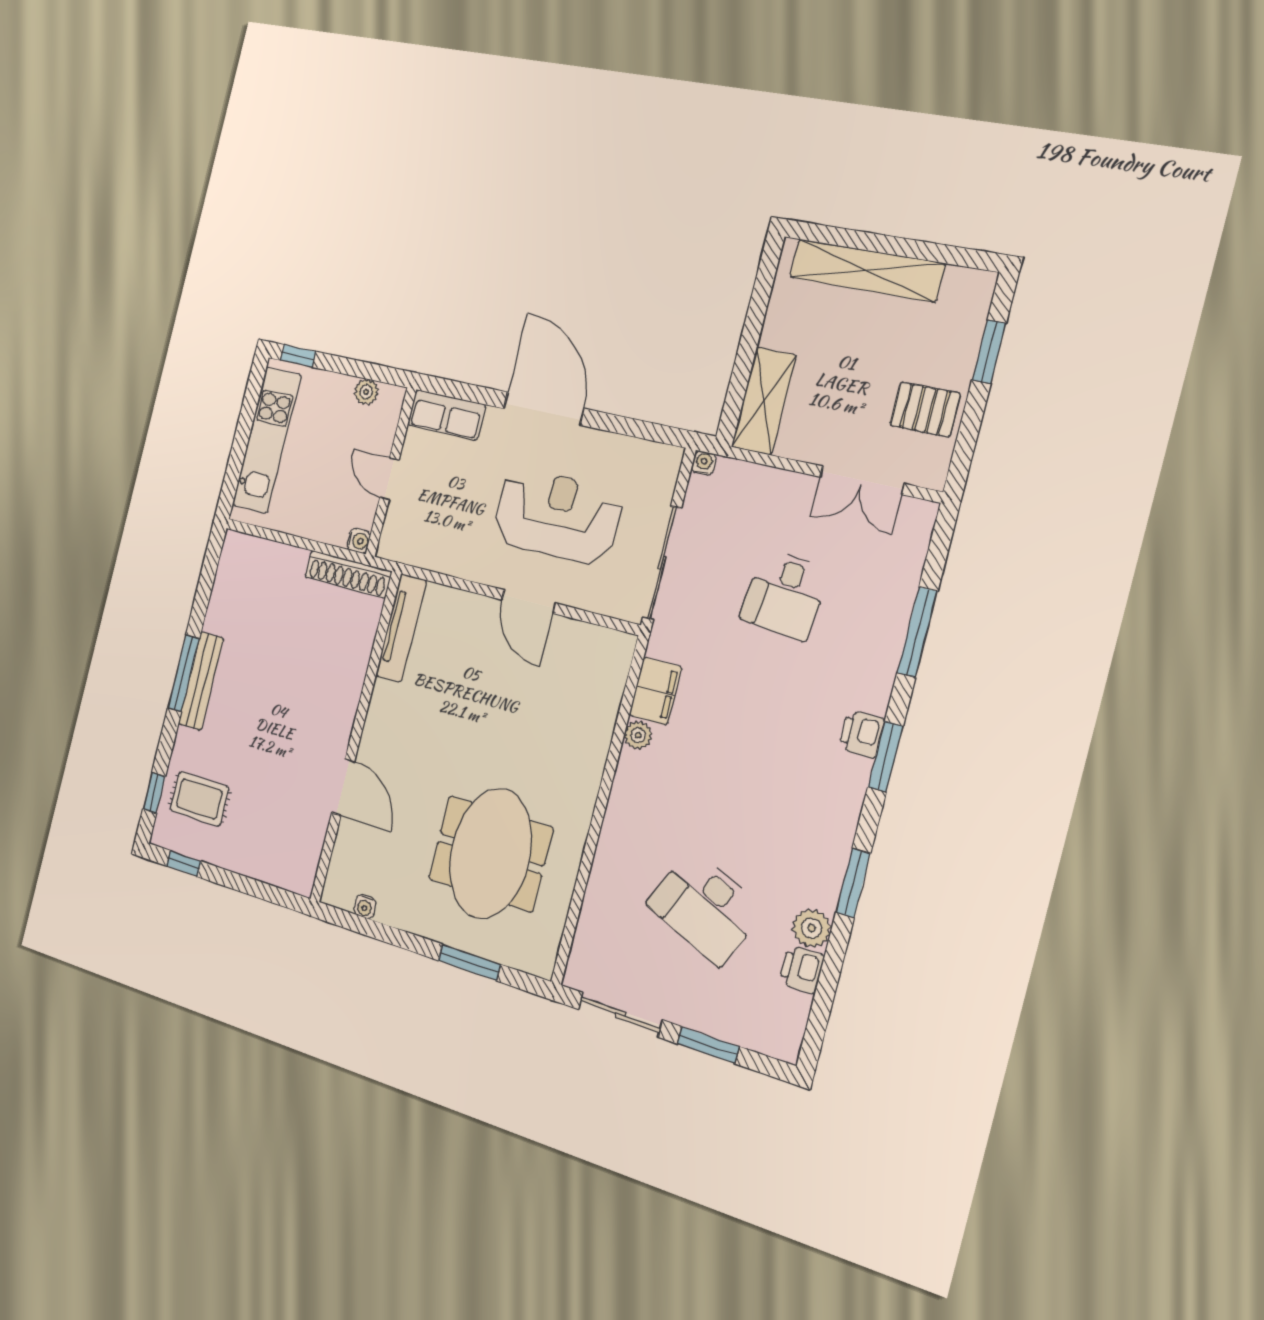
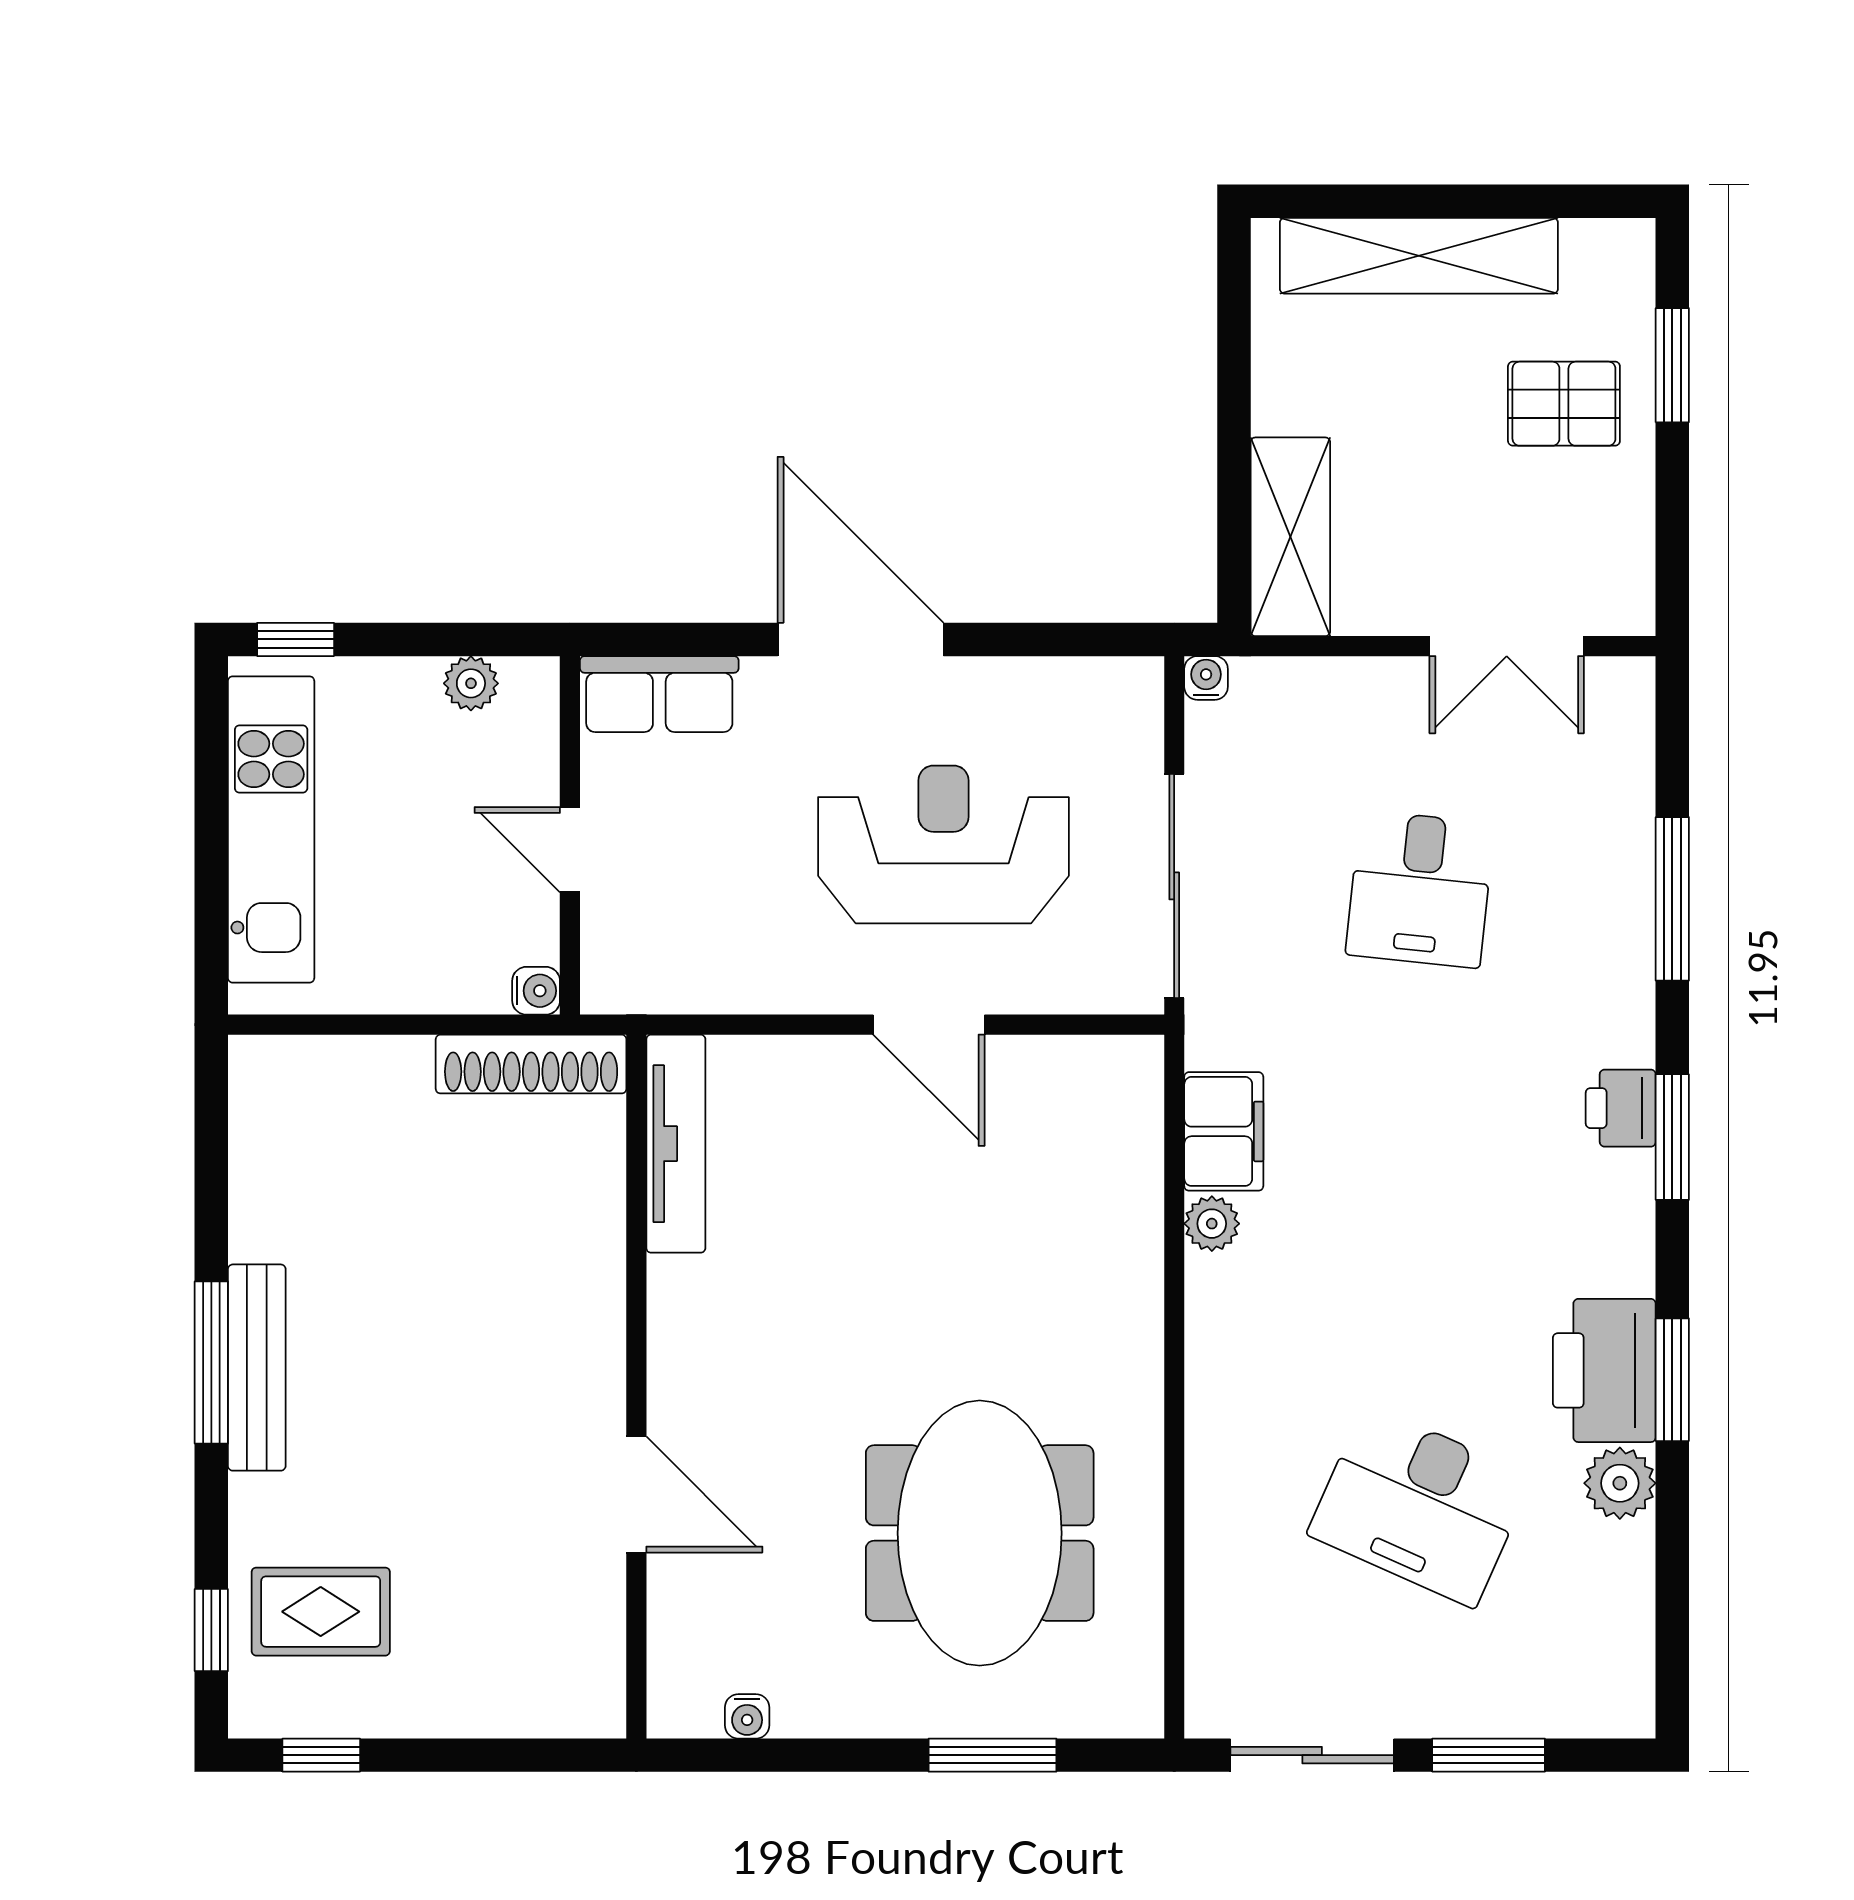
pallet: (925, 410) -> (1564, 404), moved
printer: (802, 969) -> (1604, 1370), moved, width x1.87, depth x1.48

